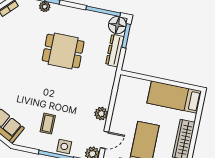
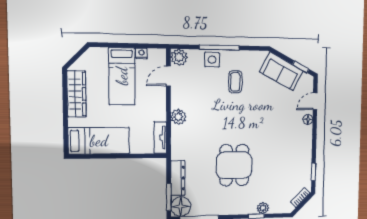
dining table: (63, 51) -> (234, 165), turned 90
tv unit: (122, 89) -> (160, 138), added
plant: (101, 114) -> (178, 117), moved

